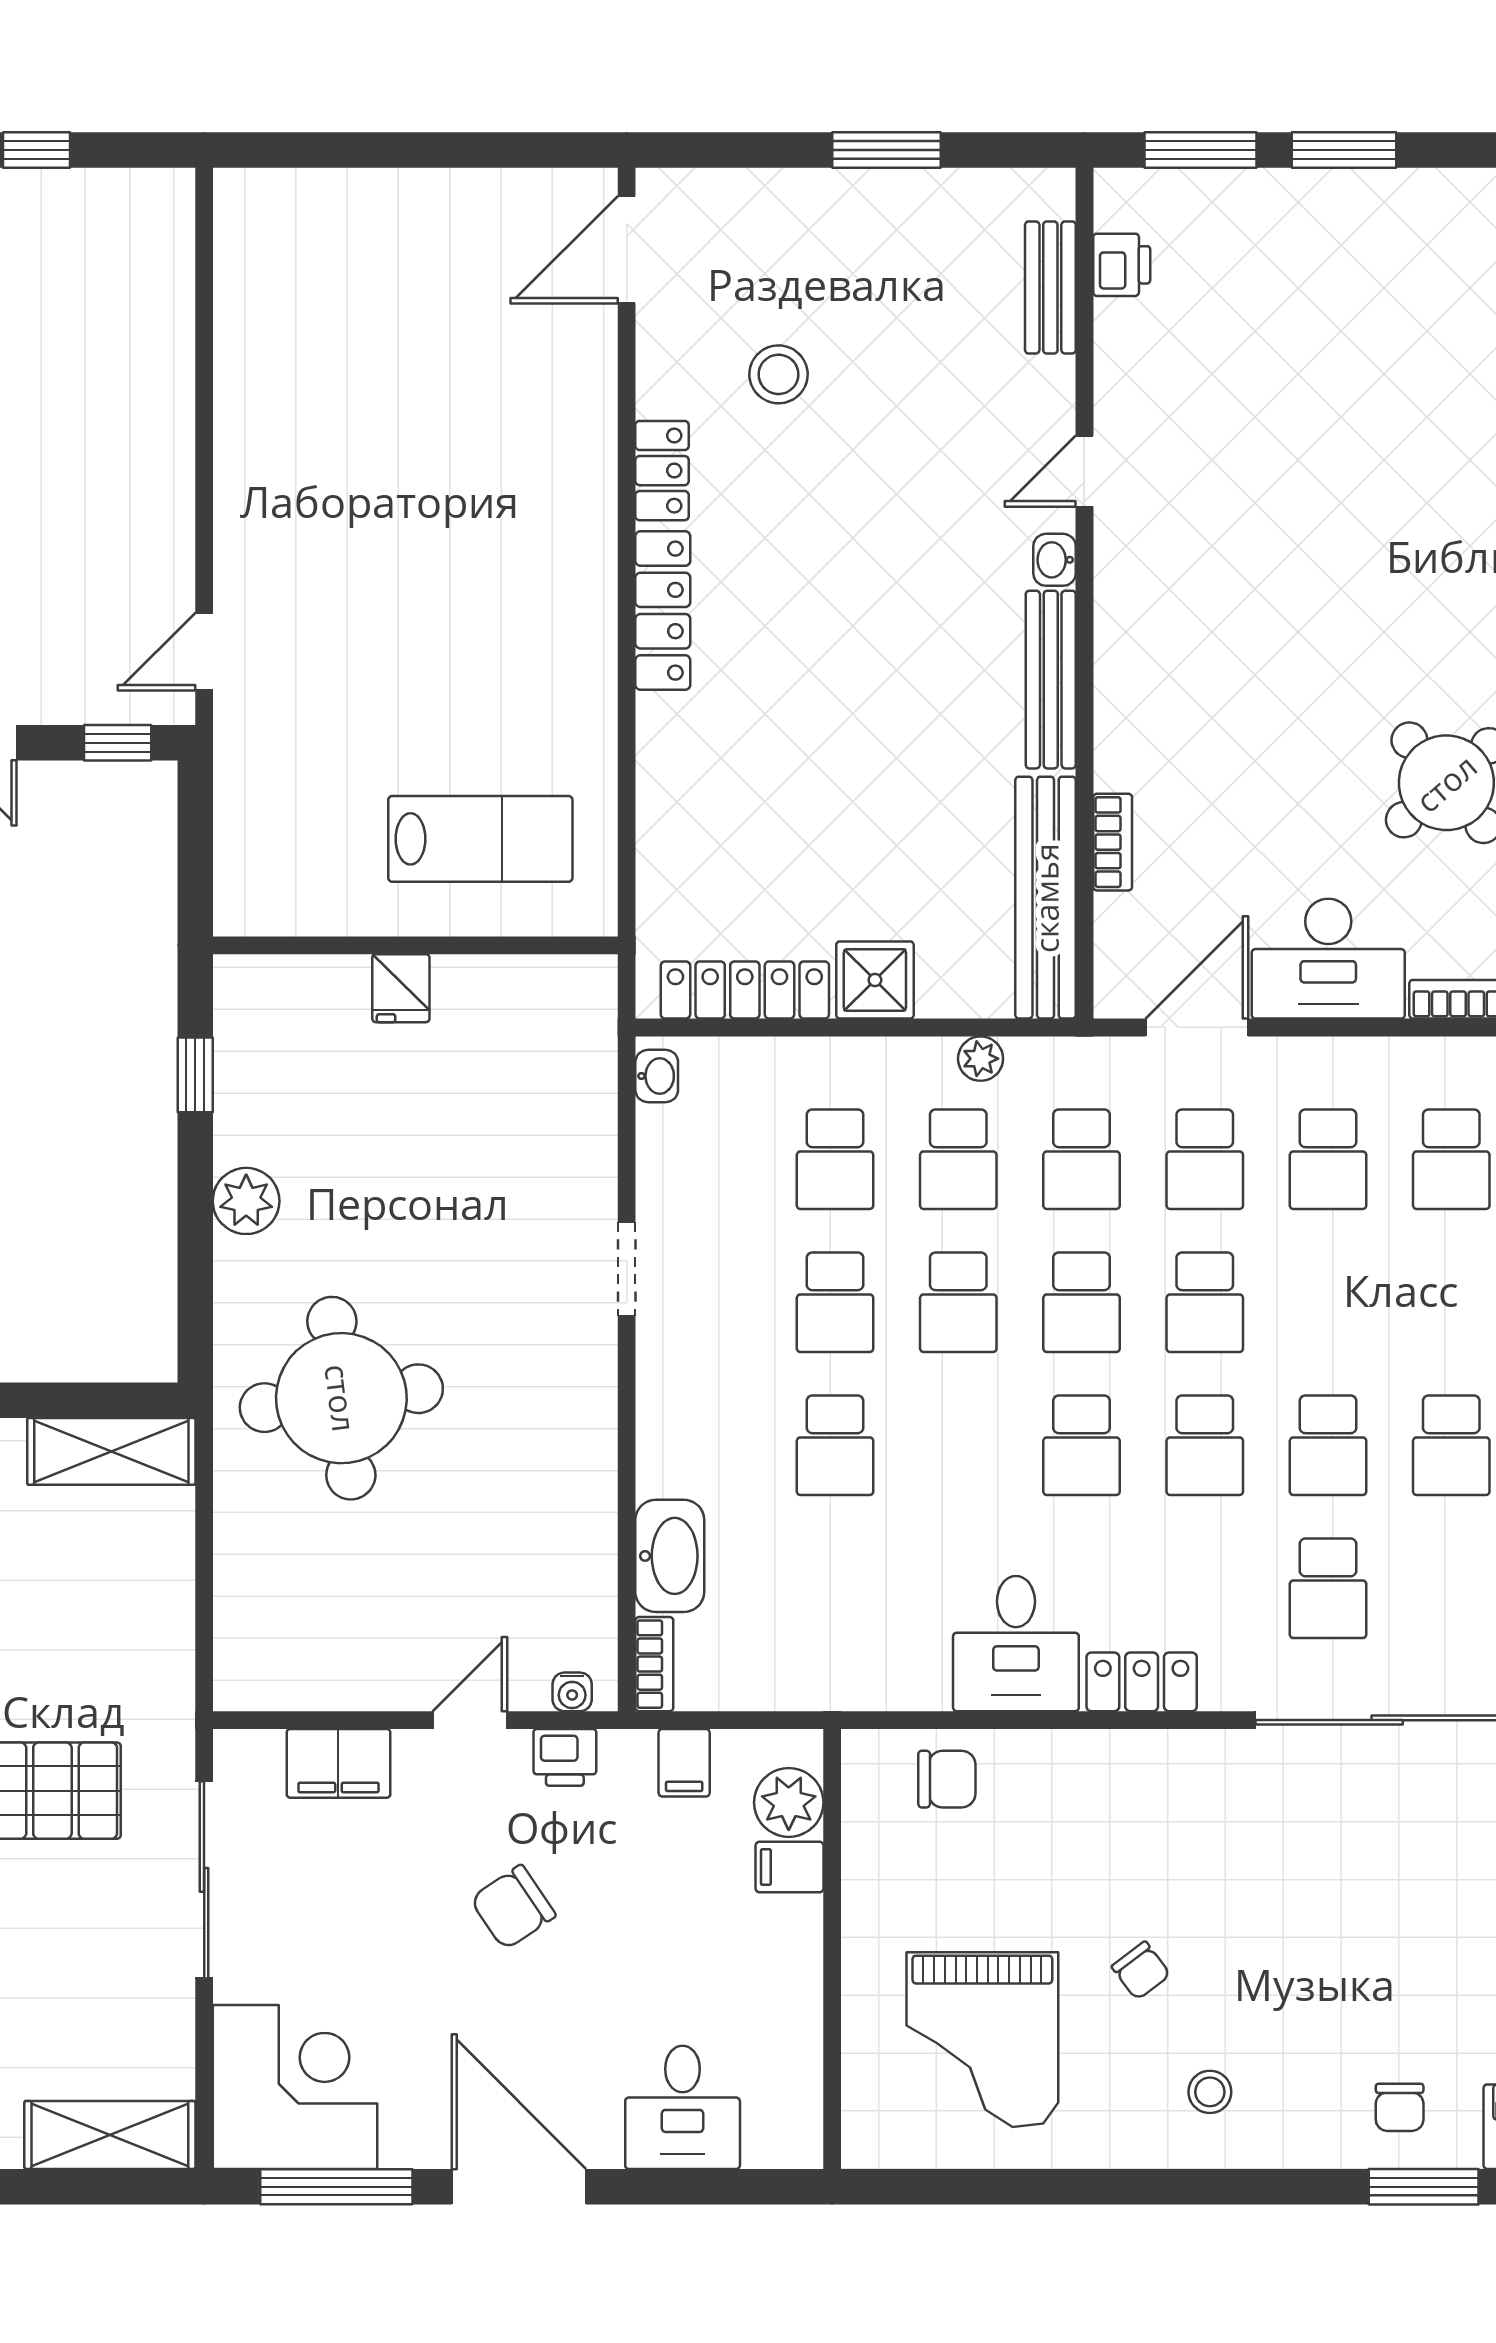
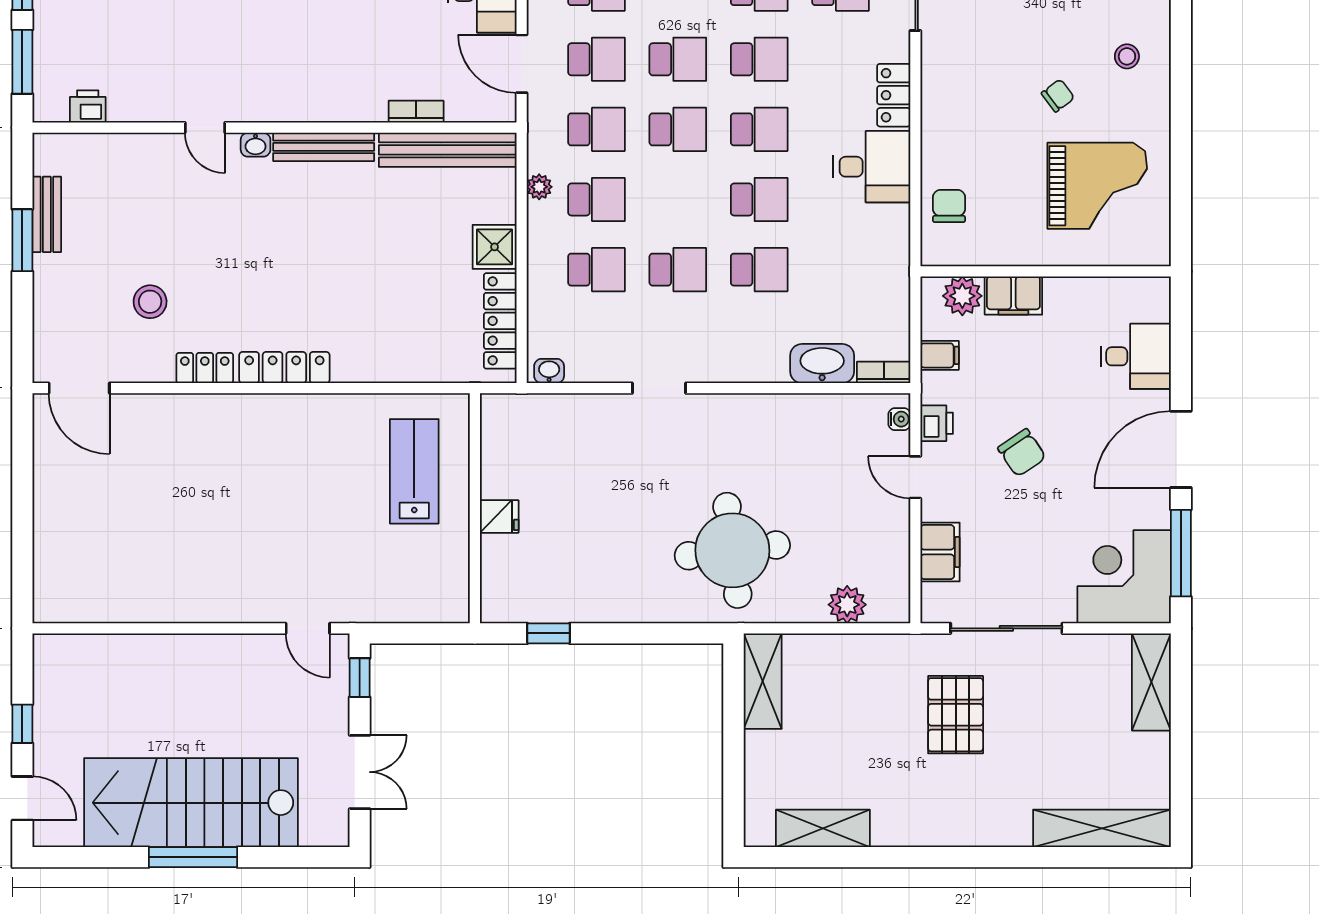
bench: (1050, 287) -> (47, 214), moved, turned 90
plant: (246, 1201) -> (847, 605), moved
school desk: (958, 1302) -> (759, 199), moved
filing cabinet: (790, 1867) -> (1013, 295), width x2.00

